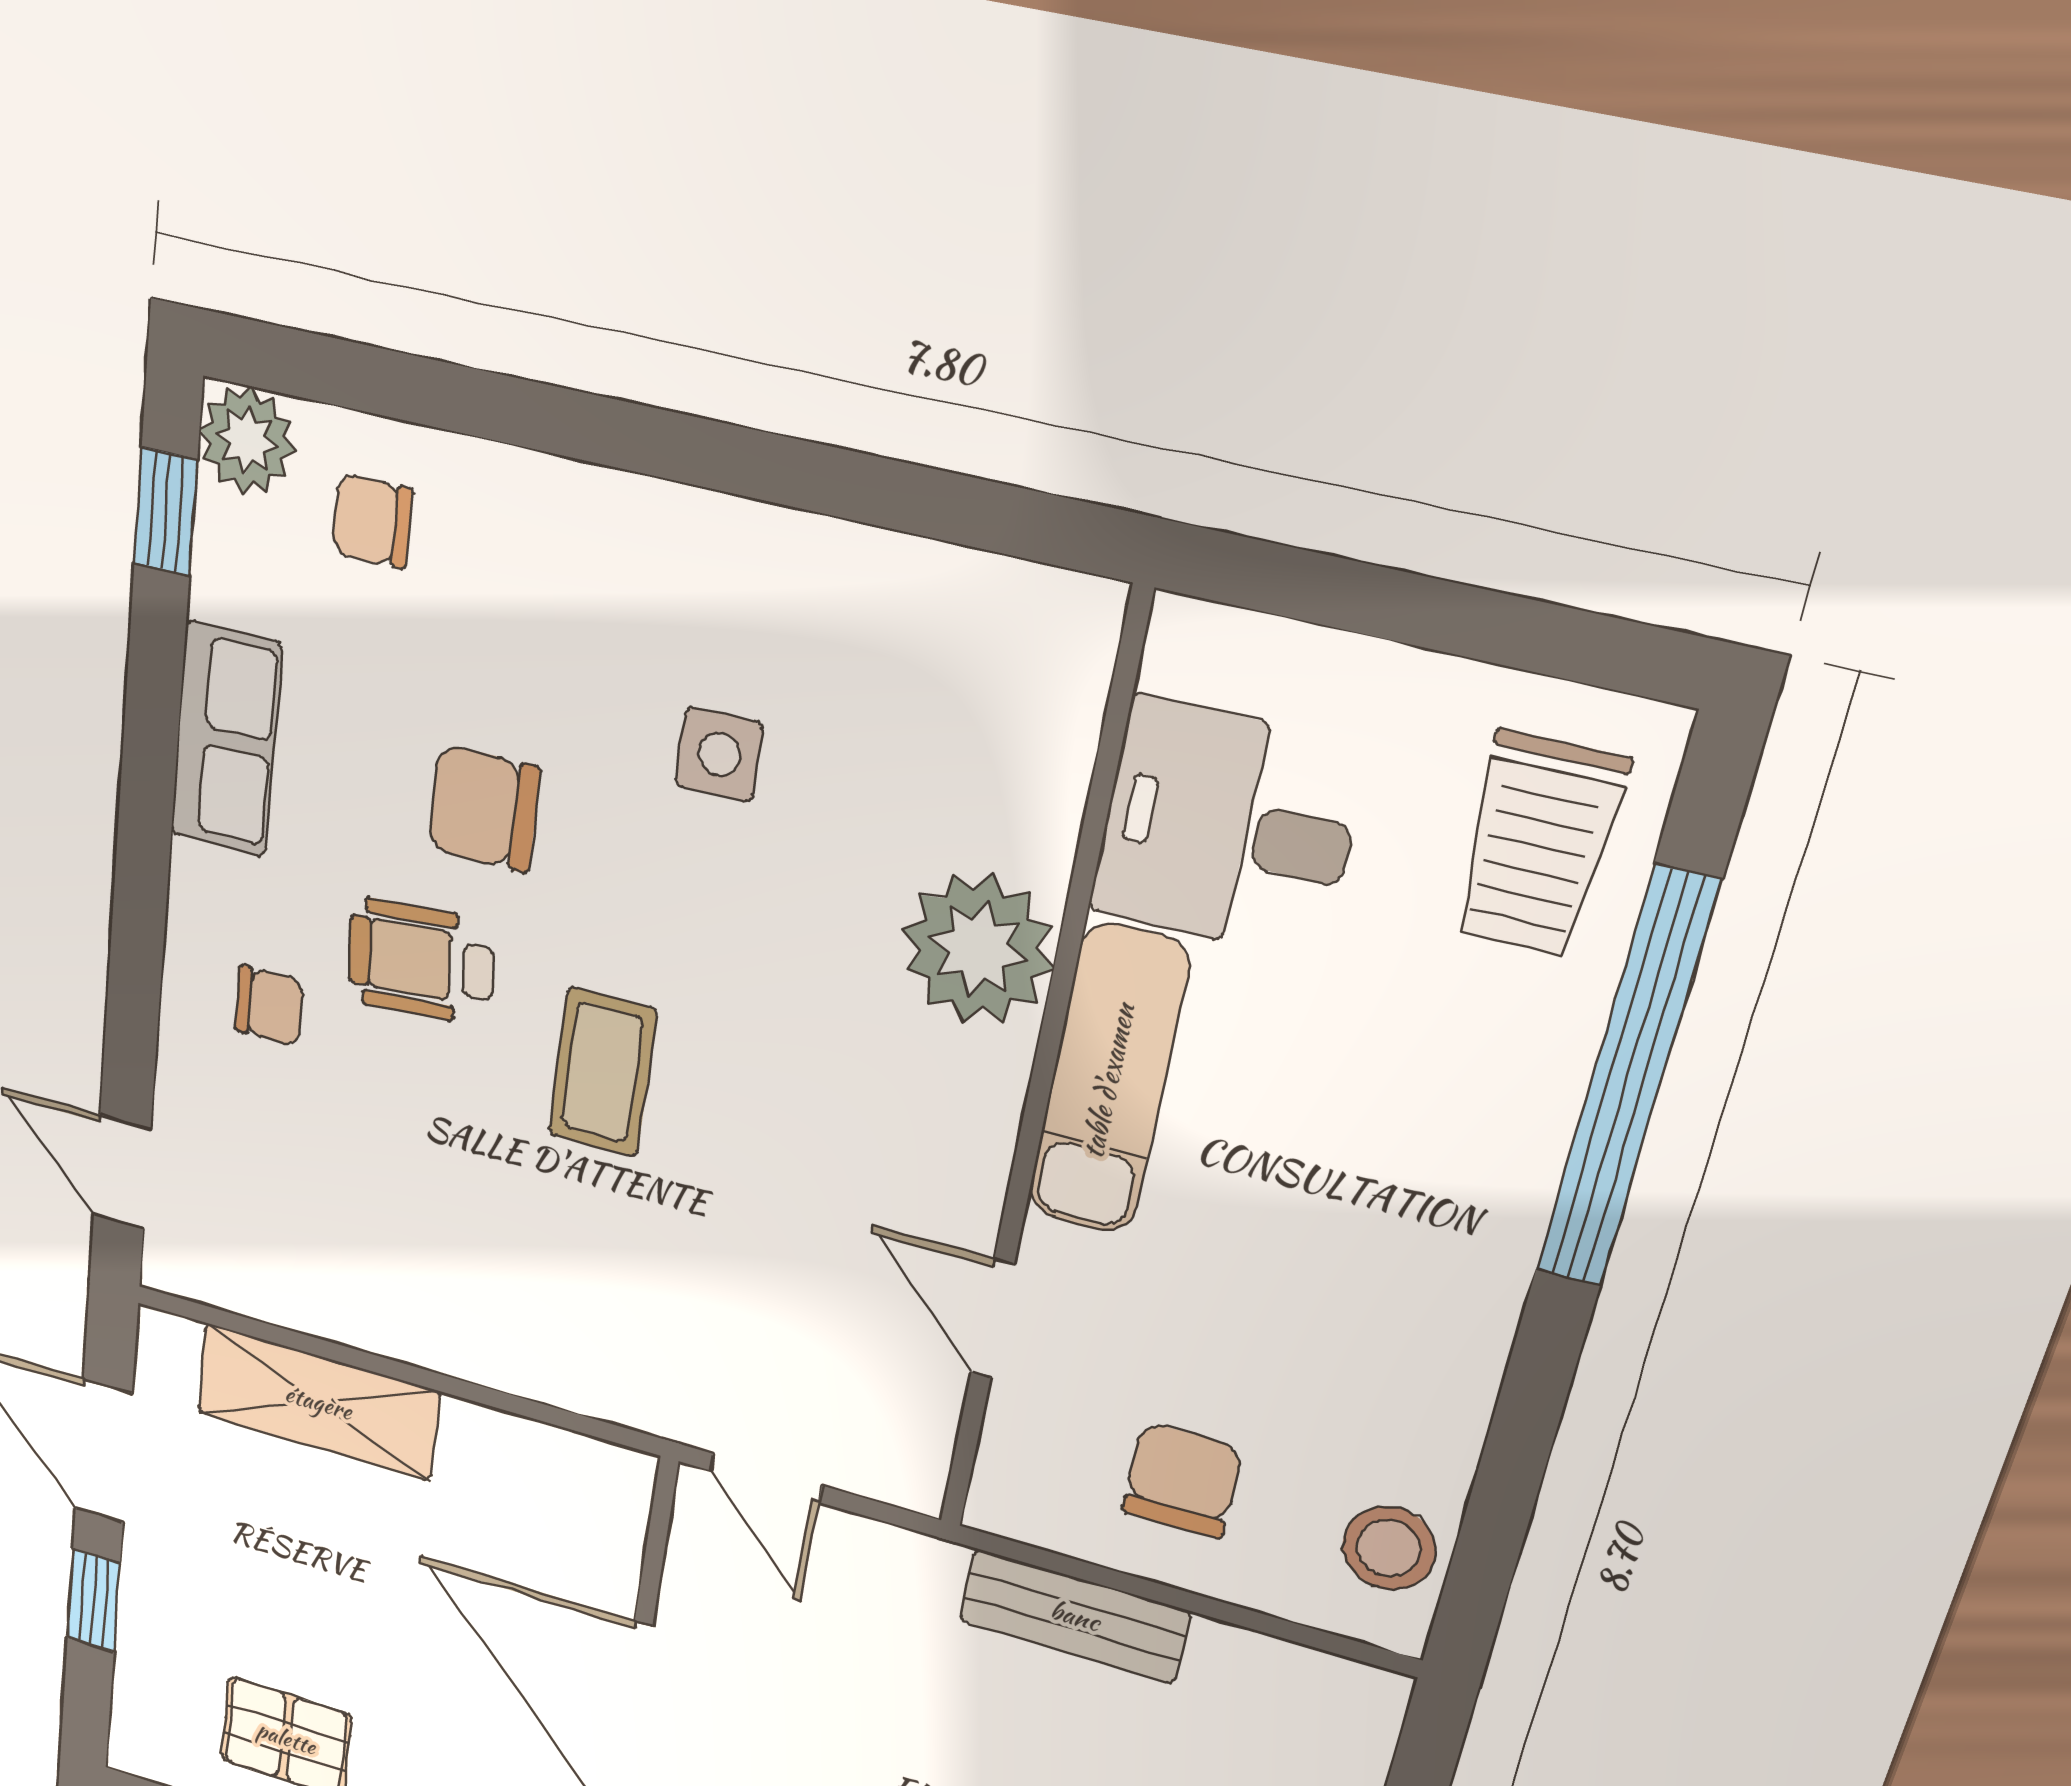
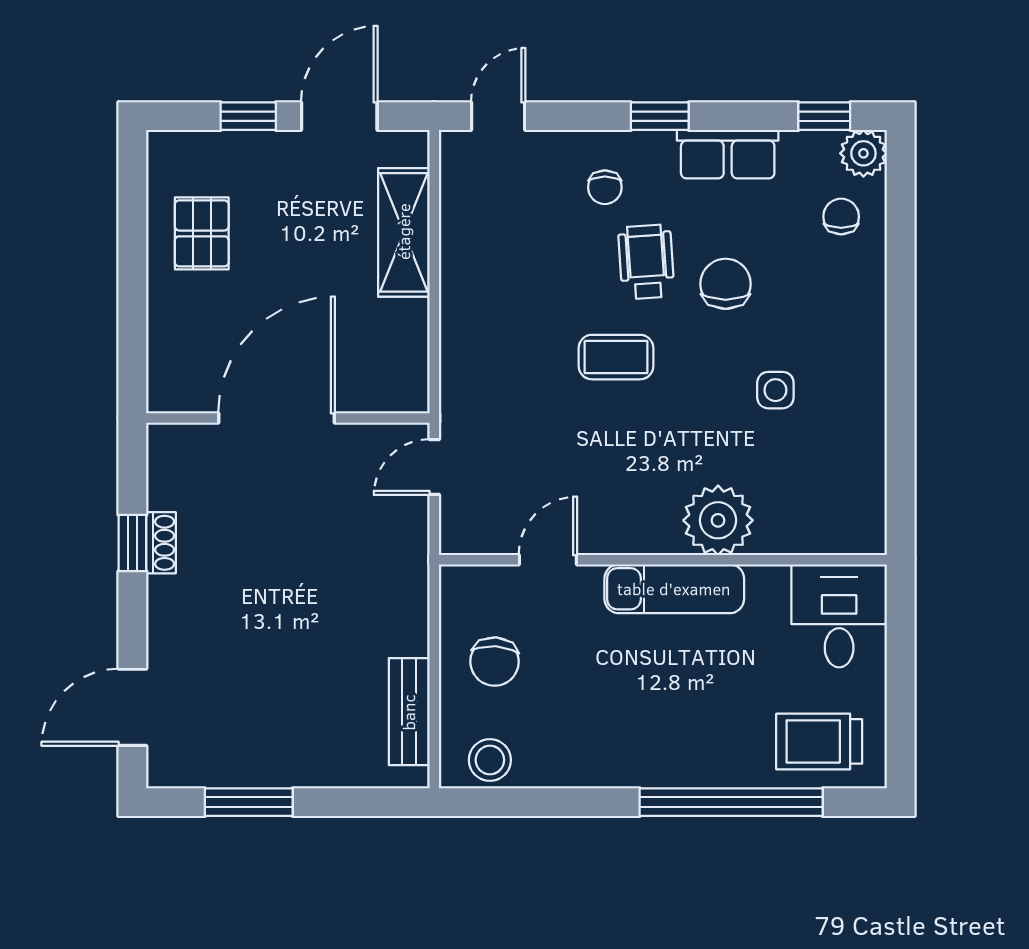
desk: (1228, 829) -> (839, 616), moved
window: (143, 861) -> (660, 116), added
chair: (1182, 1480) -> (495, 662), turned 94
bench: (1075, 1616) -> (409, 712), moved

